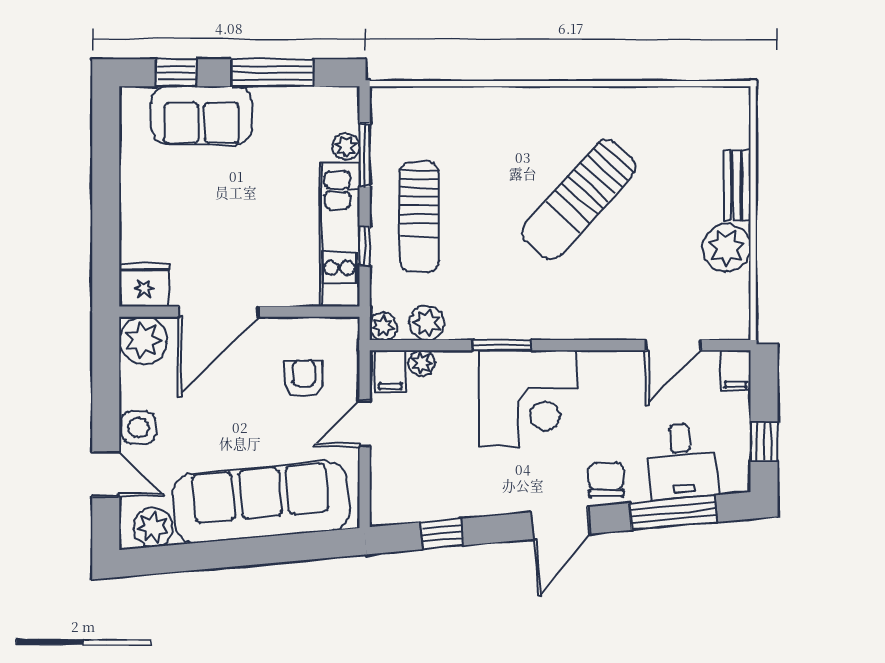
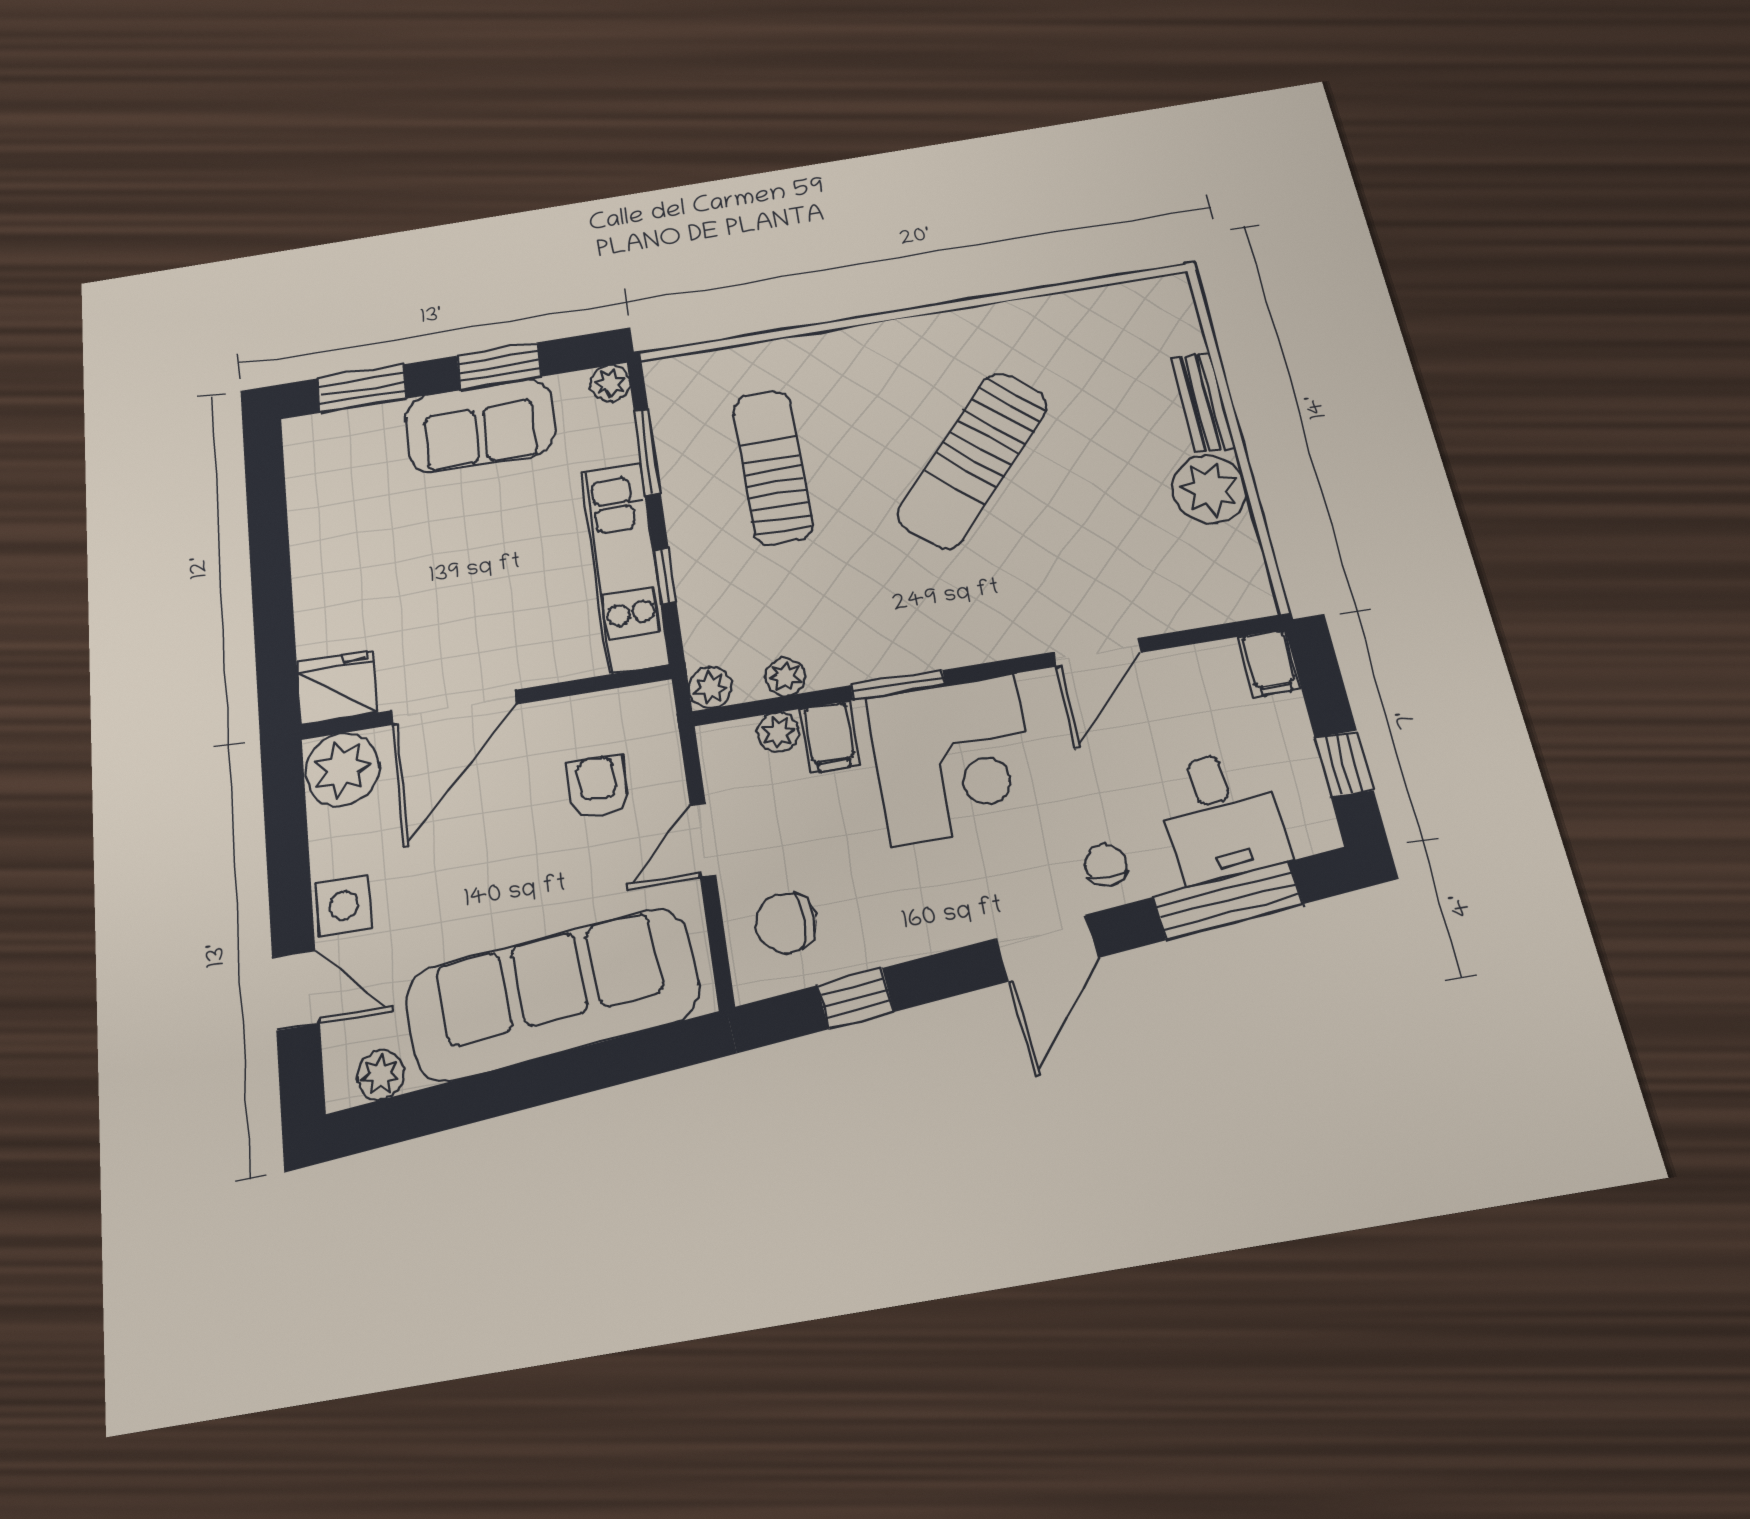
window: (176, 73) -> (362, 388), width x1.50
window: (272, 73) -> (499, 366), width x0.69
sofa: (201, 115) -> (480, 425), moved
plant: (346, 146) -> (610, 383), moved
sun lounger: (419, 217) -> (773, 467), moved, turned 180
plant: (427, 323) -> (785, 677), width x0.73, depth x0.73
door: (673, 345) -> (1097, 652), moved
filing cabinet: (390, 371) -> (829, 737), moved
chair: (606, 479) -> (1106, 865), width x0.73, depth x0.73
chair: (408, 482) -> (786, 923), added
plant: (153, 527) -> (381, 1075), width x0.73, depth x0.73

